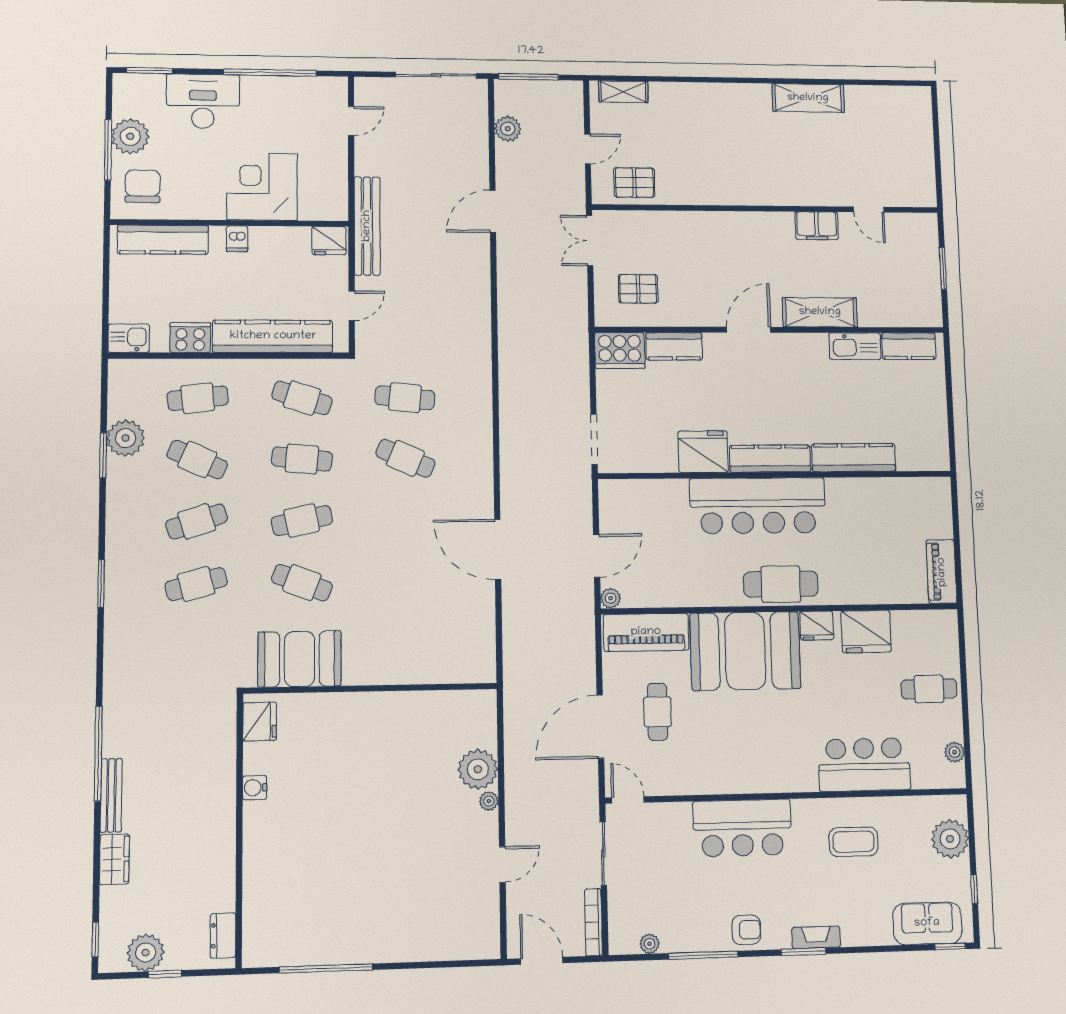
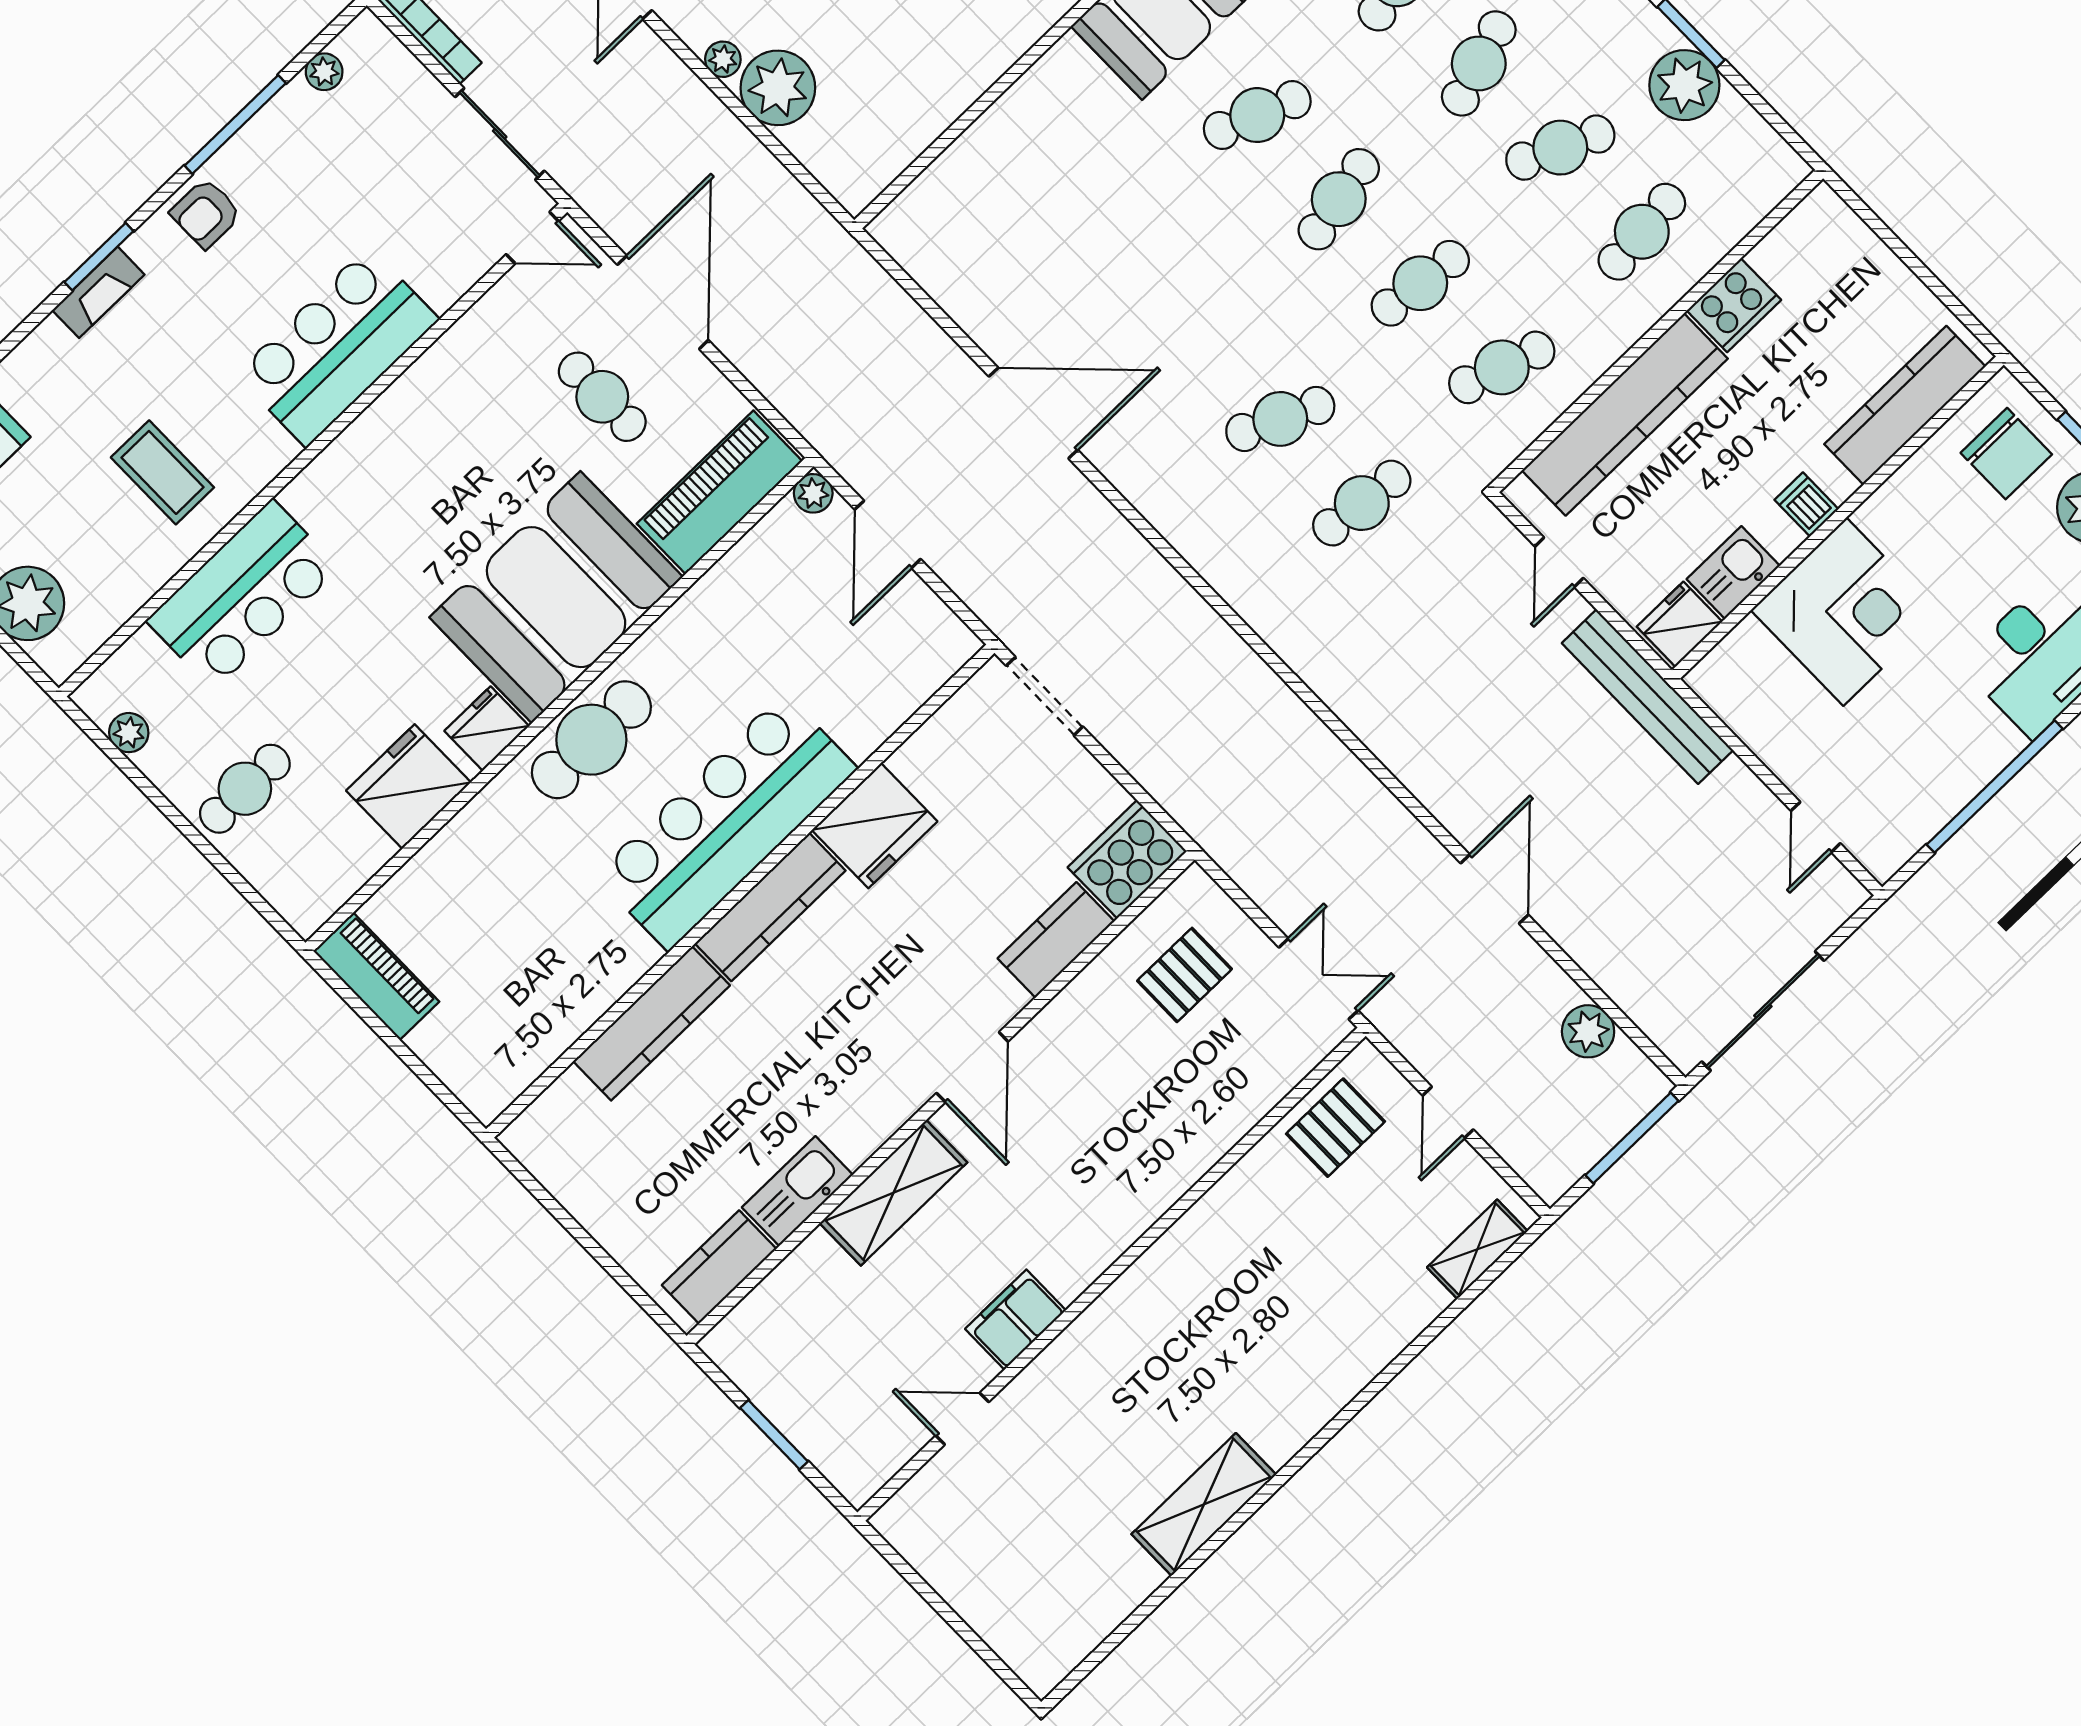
kitchen sink: (129, 338) -> (1733, 572), moved, turned 180
coffee table: (853, 842) -> (162, 472), turned 90

